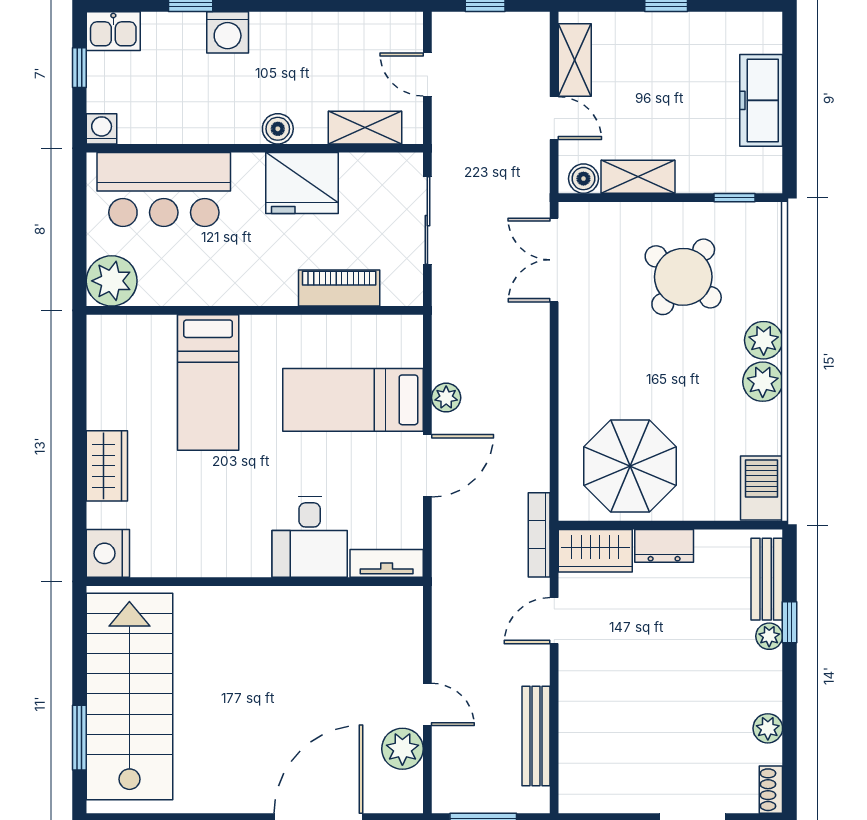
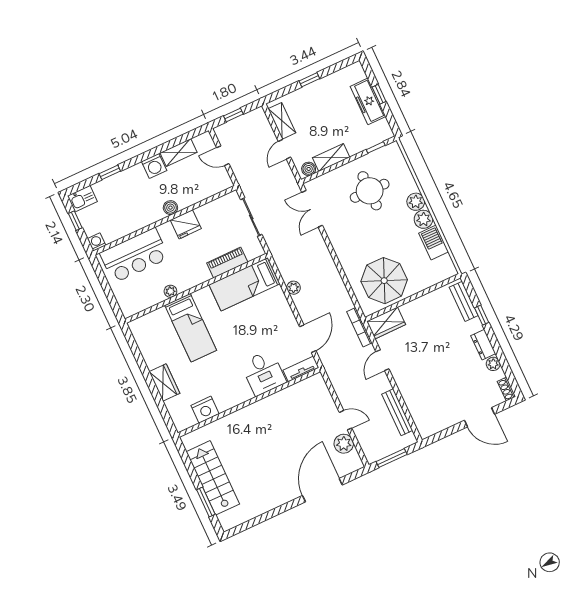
washing machine: (228, 32) -> (154, 166), moved
window: (790, 96) -> (379, 94), added
door: (554, 118) -> (285, 149), swing flipped
shelving: (365, 128) -> (178, 152), moved
fridge: (302, 183) -> (186, 224), width x0.73, depth x0.75
round table: (683, 277) -> (370, 191), turned -37
plant: (112, 281) -> (170, 291), moved, width x0.53, depth x0.53
bed: (353, 400) -> (244, 284), moved
door: (427, 466) -> (308, 339), moved
barbecue: (762, 488) -> (434, 243), moved
dresser: (664, 546) -> (483, 345), moved, turned 90
nightstand: (108, 553) -> (205, 410), moved, turned -90
plant: (769, 636) -> (476, 325), removed
stairs: (129, 696) -> (213, 478), width x0.73, depth x0.66

